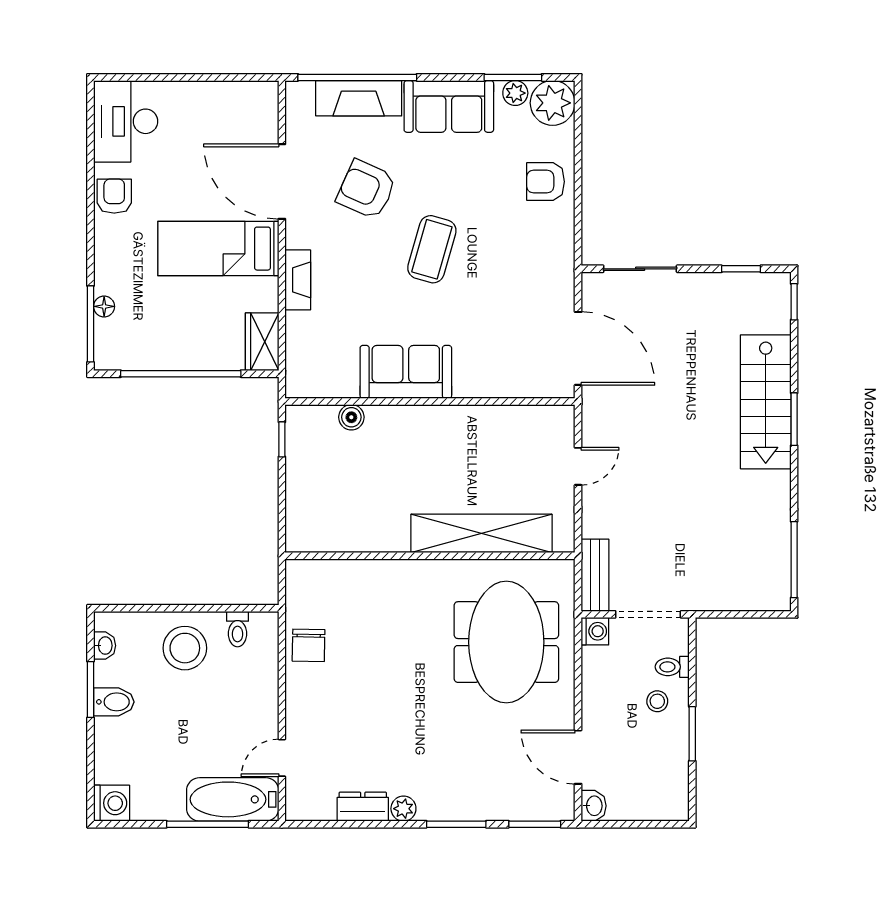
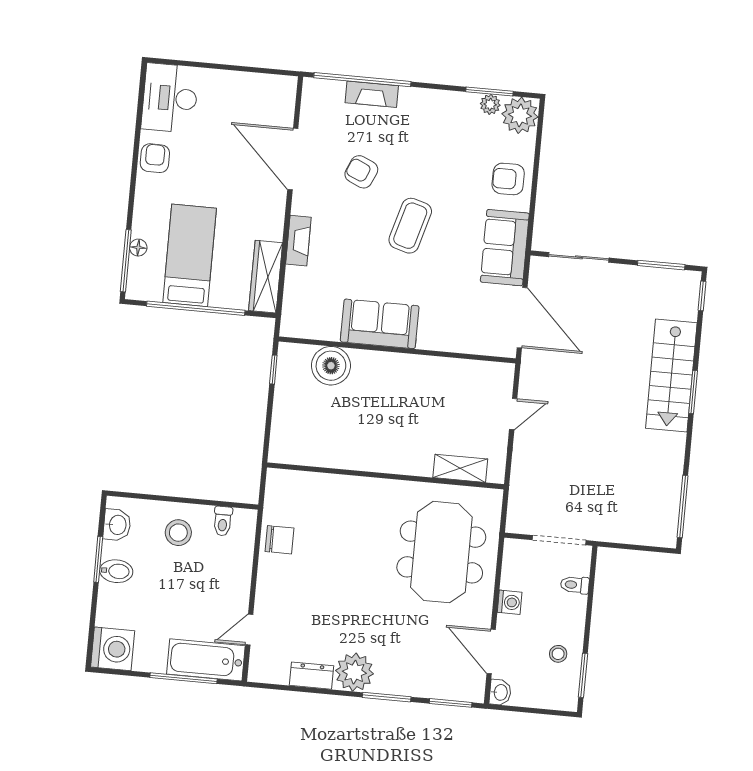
fireplace: (359, 98) -> (372, 94), width x0.73, depth x0.76
sofa: (449, 106) -> (505, 248), moved, turned 90
armchair: (366, 189) -> (361, 172), width x0.72, depth x0.72
bed: (218, 249) -> (190, 255), moved, turned 90
window: (741, 269) -> (661, 265), width x1.50
wardrobe: (262, 342) -> (266, 277), width x1.50
boiler: (351, 417) -> (331, 366), width x1.86, depth x1.86
shelving: (481, 533) -> (460, 468), width x0.45, depth x0.75
bench: (595, 575) -> (519, 504), removed
washing machine: (595, 631) -> (510, 602), moved
chair: (309, 645) -> (280, 540), turned -91
washbasin: (105, 646) -> (117, 525), width x1.38, depth x1.45
stool: (185, 648) -> (178, 533), width x0.73, depth x0.73
stool: (657, 701) -> (558, 654), moved
window: (692, 734) -> (583, 675), moved
washing machine: (112, 803) -> (113, 649), width x1.37, depth x1.37
plant: (403, 809) -> (354, 672), width x1.88, depth x1.88

